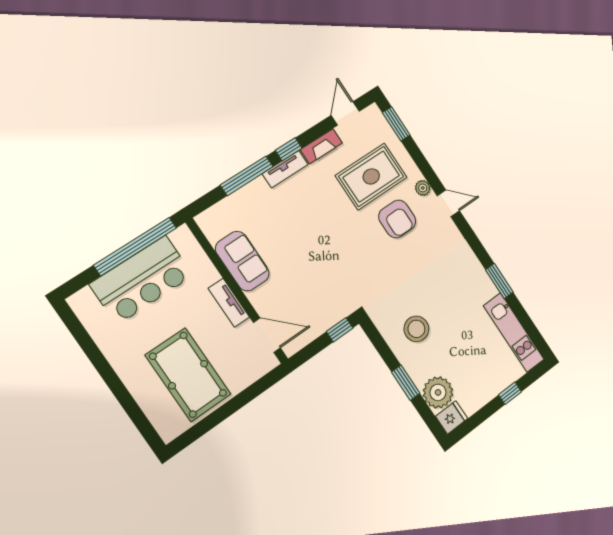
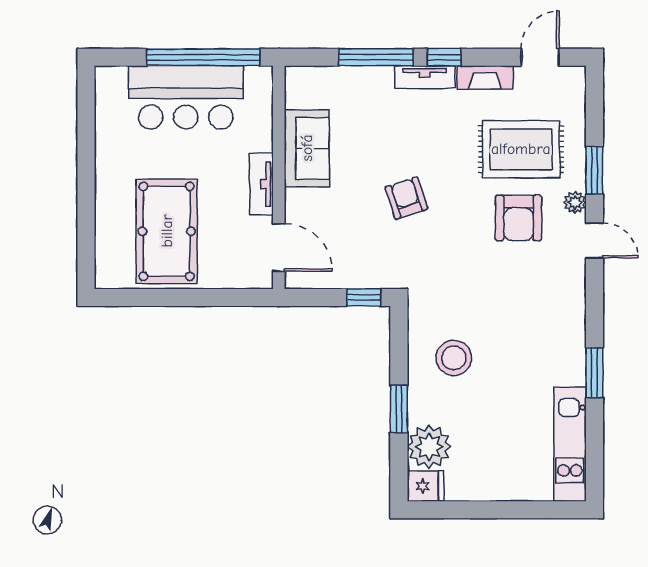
window: (396, 124) -> (594, 170), moved
armchair: (324, 251) -> (406, 198), added
window: (510, 393) -> (516, 510), removed

